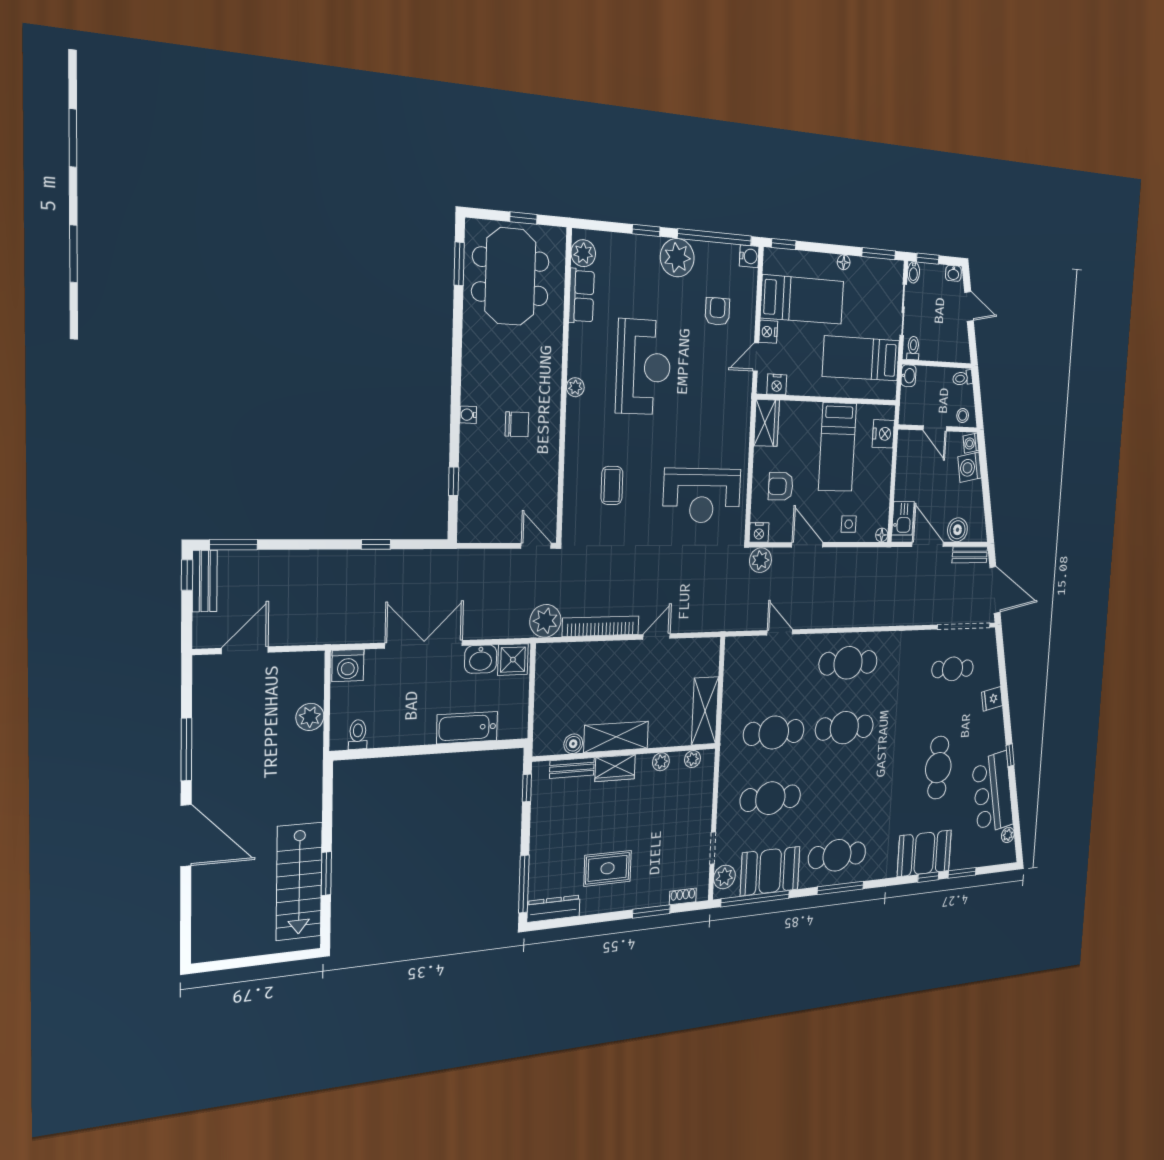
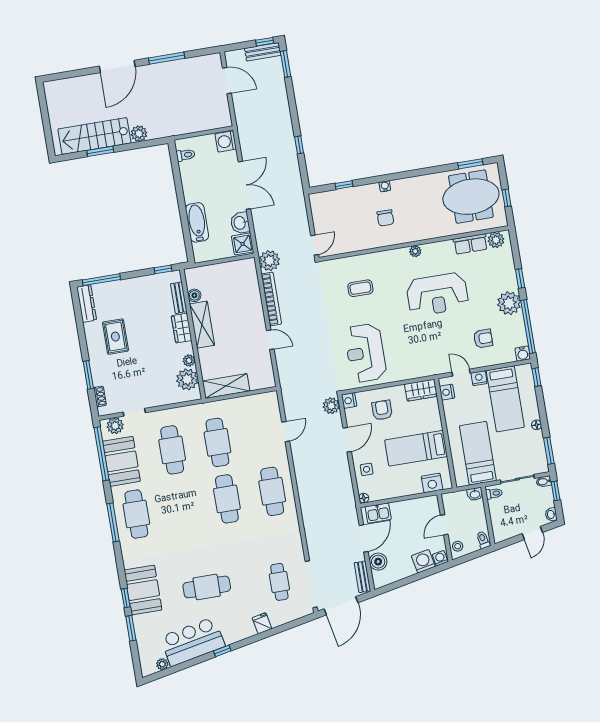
plant: (310, 717) -> (139, 134), moved
plant: (693, 759) -> (187, 379), width x1.88, depth x1.88

